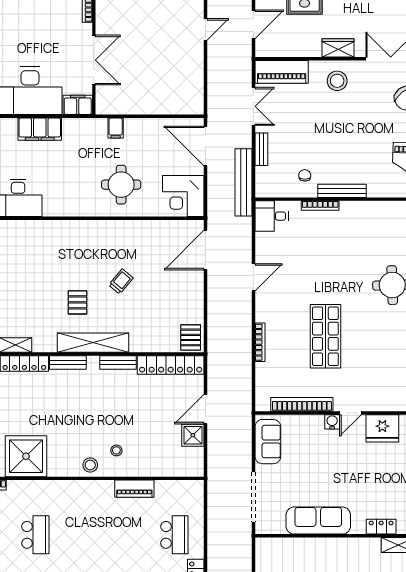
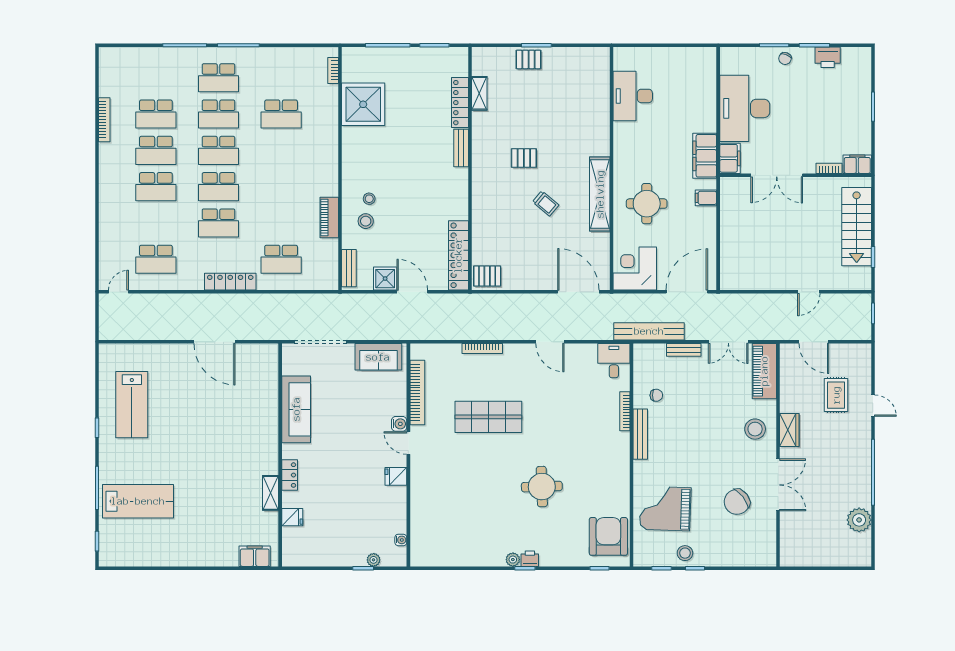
door: (206, 29) -> (809, 292), hinge flipped
filing cabinet: (40, 129) -> (705, 156), moved
shelving: (93, 343) -> (600, 194), moved
bench: (118, 362) -> (349, 268), moved
fridge: (382, 428) -> (396, 476), width x0.53, depth x0.75
stool: (90, 465) -> (366, 221), moved

